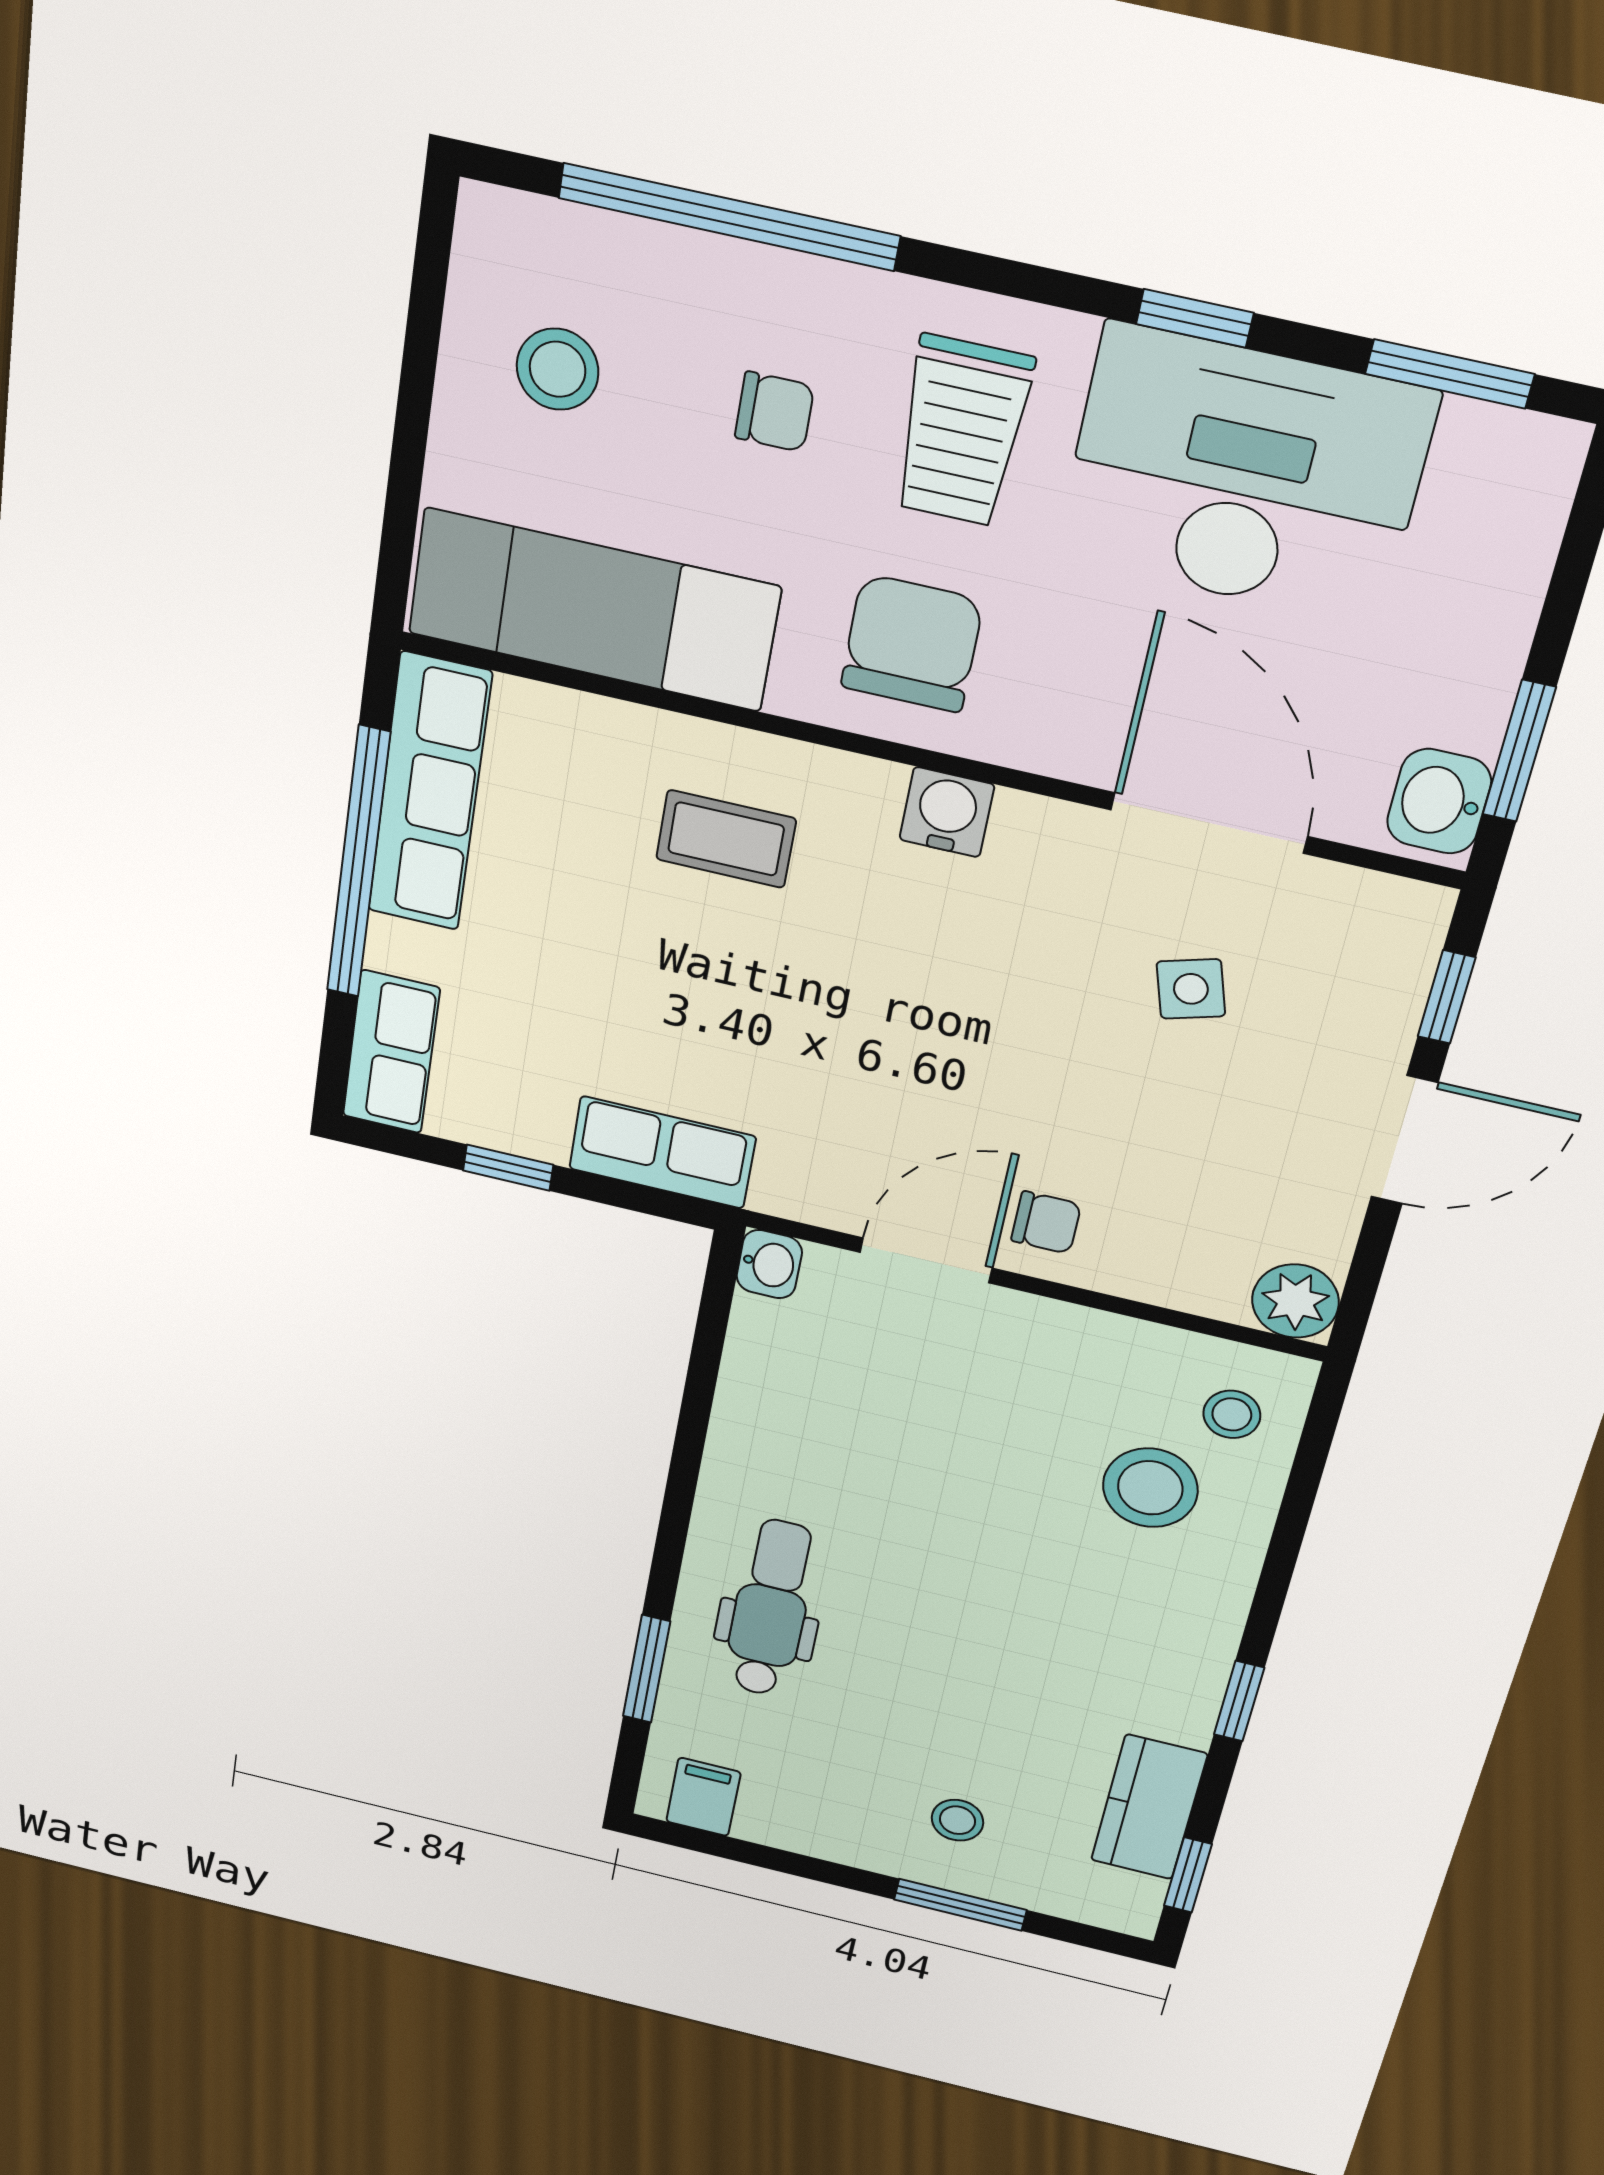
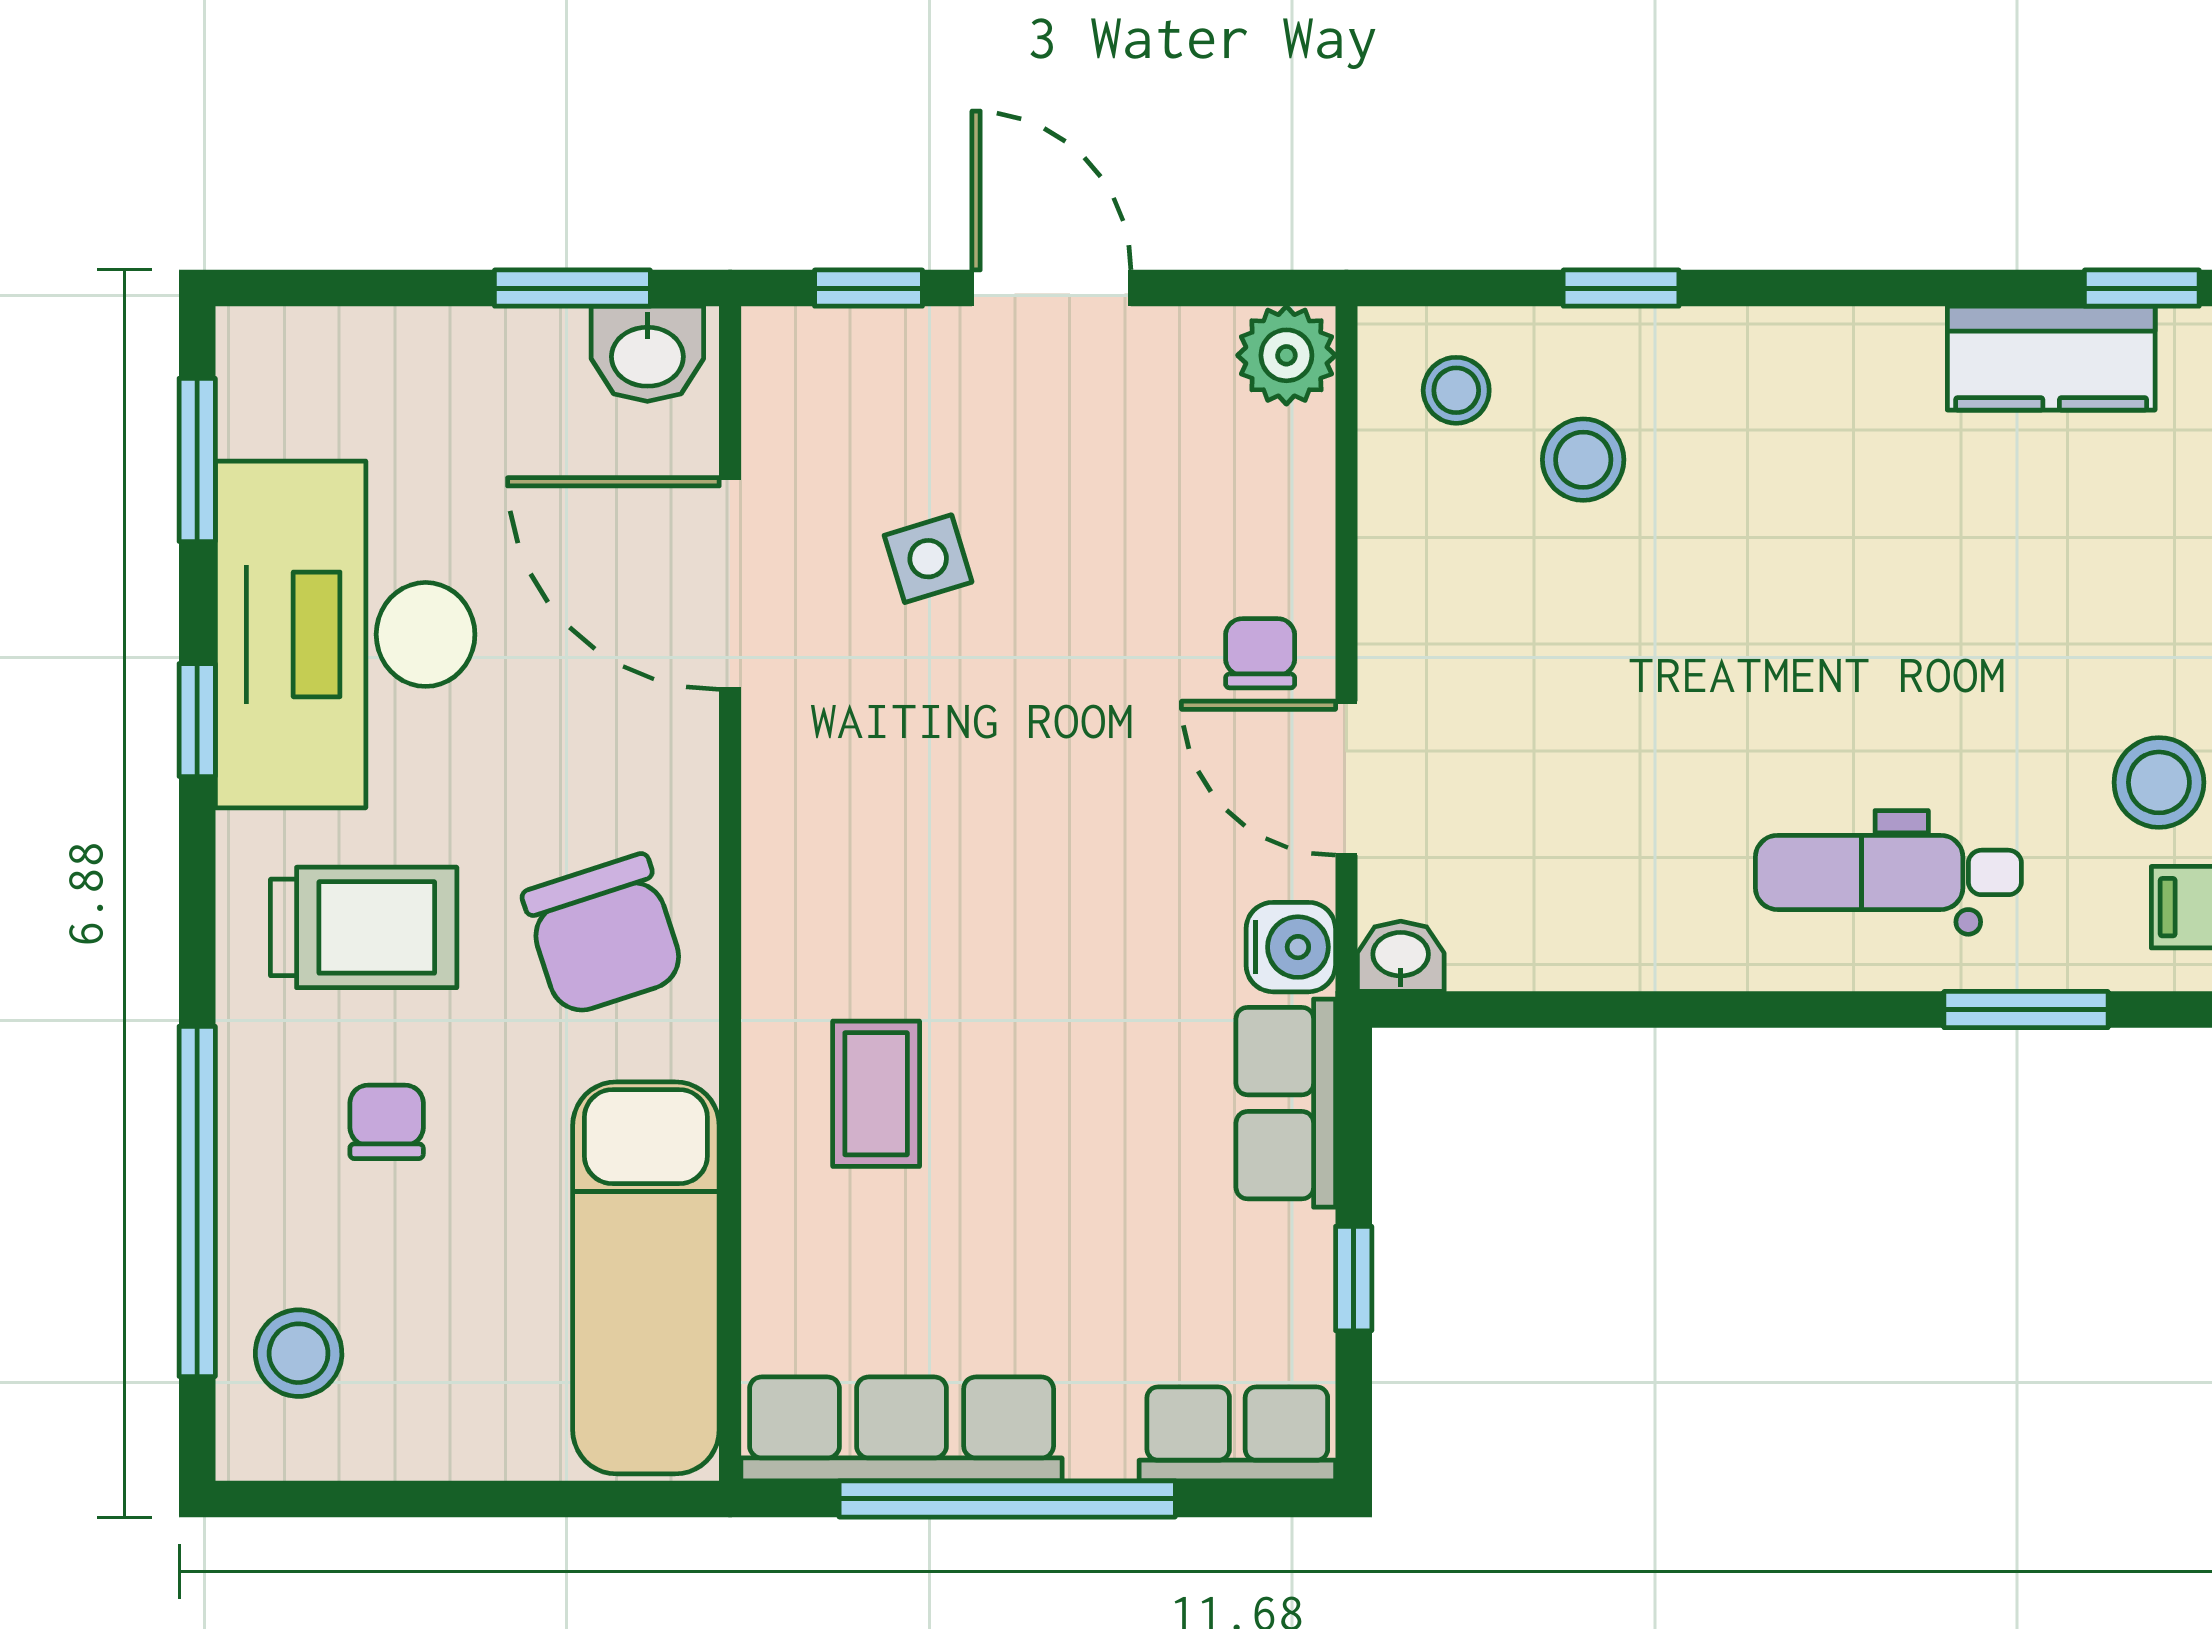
stool: (558, 369) -> (299, 1353), moved
chair: (912, 643) -> (604, 935), turned -108
water cooler: (947, 812) -> (1291, 947), moved, turned 180
door: (1209, 823) -> (730, 584), hinge flipped
stool: (1150, 1488) -> (1583, 460), width x0.73, depth x0.73
window: (1239, 1701) -> (1621, 288), moved
stool: (957, 1820) -> (2159, 782), moved, width x1.37, depth x1.37

